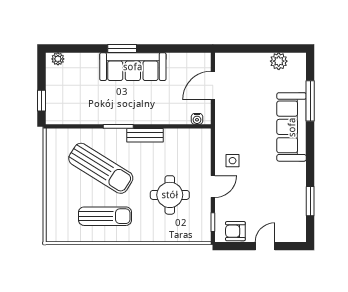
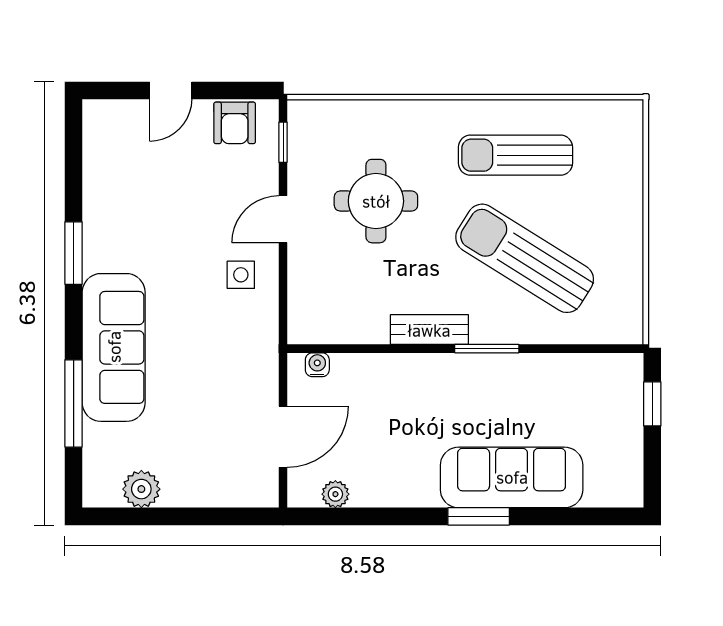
plant: (58, 59) -> (335, 494), moved
sofa: (133, 67) -> (512, 477), moved
window: (310, 201) -> (74, 253), moved
armchair: (235, 231) -> (235, 123), turned 90

